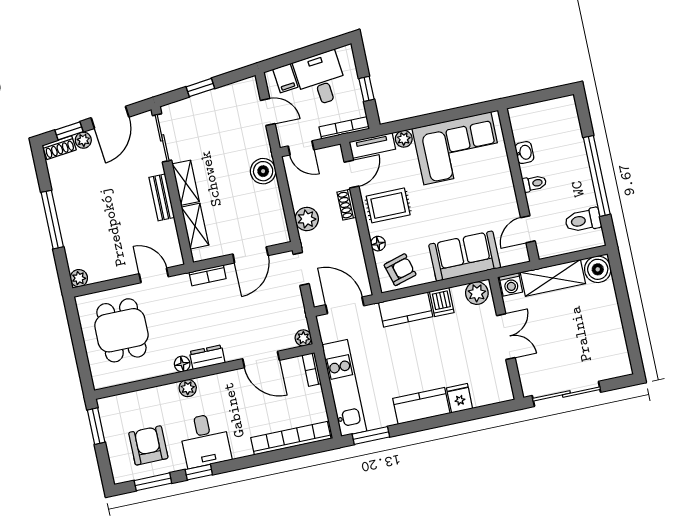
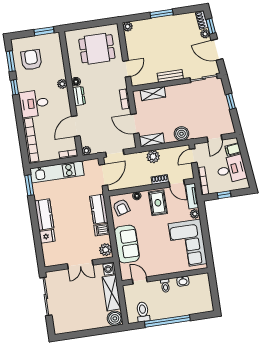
shelving: (186, 183) -> (152, 140), moved
window: (52, 220) -> (162, 14), width x0.69
doorway: (301, 269) -> (115, 153), moved
desk: (205, 440) -> (34, 103), moved
armchair: (148, 445) -> (31, 60), turned -90

